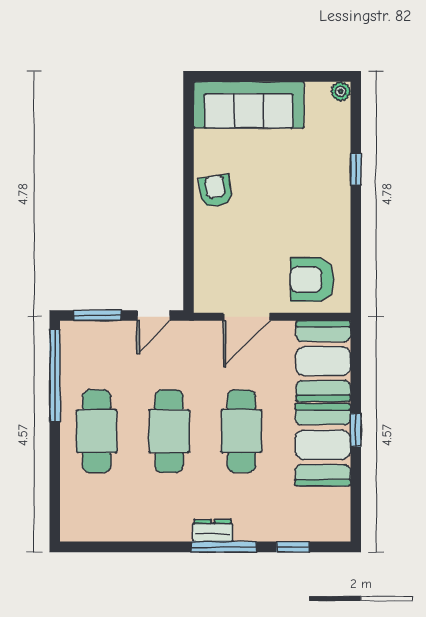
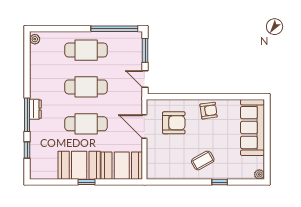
coffee table: (313, 202) -> (203, 160), added
armchair: (312, 280) -> (174, 123), moved, turned 90
plant: (75, 532) -> (35, 39), added

